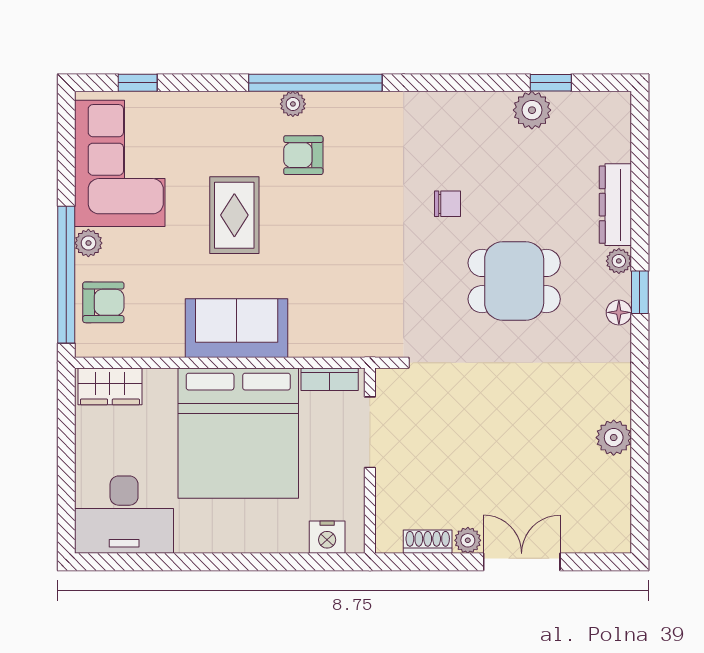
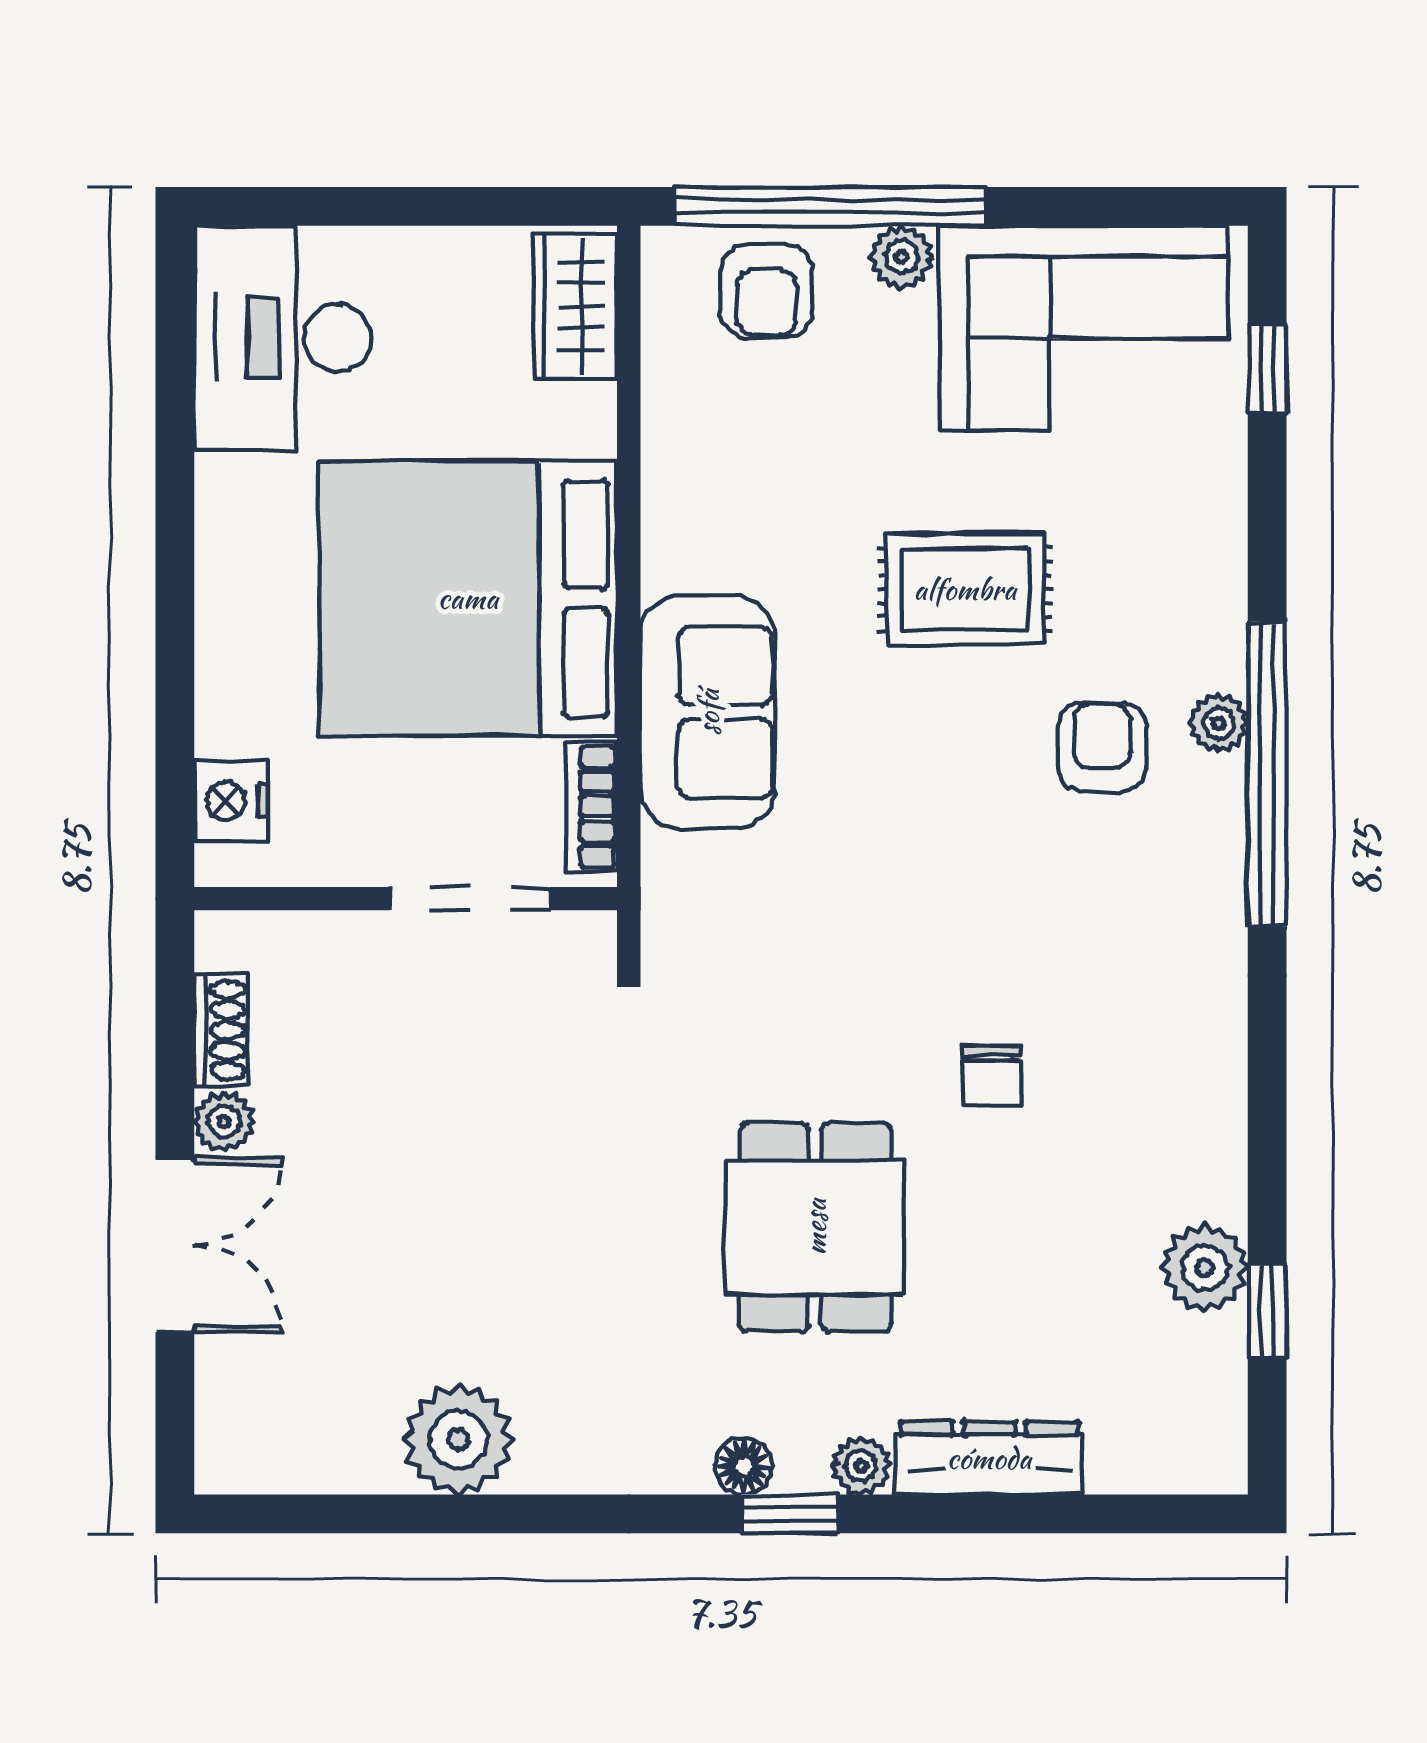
sofa: (237, 328) -> (708, 712), moved
plant: (614, 438) -> (458, 1440), width x1.36, depth x1.36

